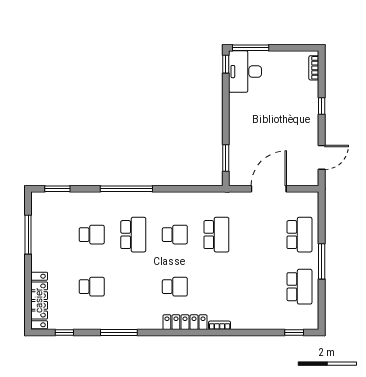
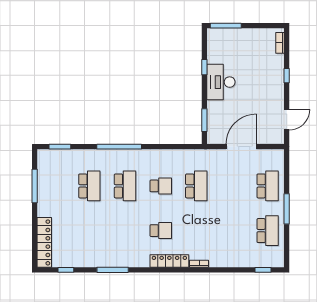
window: (226, 64) -> (204, 67), moved
desk: (245, 72) -> (221, 82), moved
school desk: (92, 235) -> (89, 186), width x1.85
school desk: (92, 287) -> (89, 231), removed

